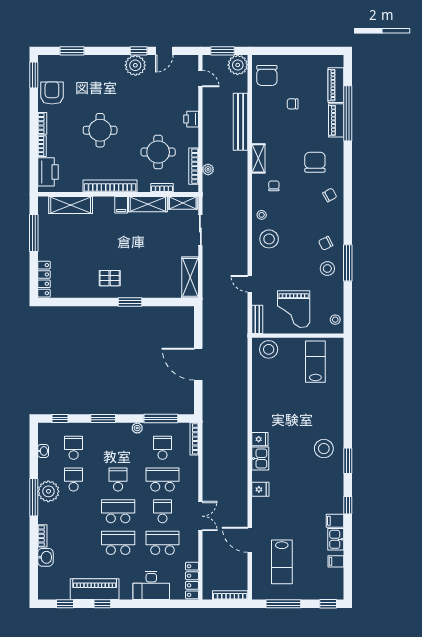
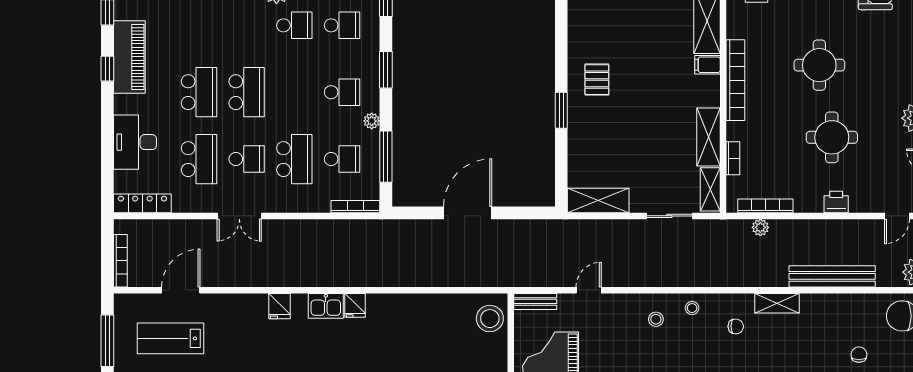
round table: (158, 152) -> (832, 137), moved
filing cabinet: (121, 205) -> (707, 65), moved
stool: (269, 239) -> (656, 319), width x0.53, depth x0.53
school desk: (118, 479) -> (342, 92), moved
door: (250, 540) -> (181, 290), moved

